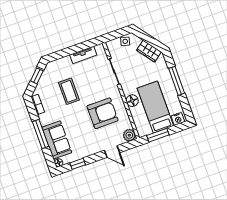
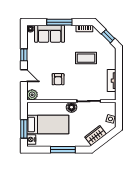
floor lamp: (132, 101) -> (72, 107), moved
armchair: (103, 113) -> (58, 79), width x0.53, depth x0.53
window: (158, 135) -> (24, 129), moved
door: (112, 152) -> (24, 76), swing flipped
window: (78, 164) -> (24, 55), moved

